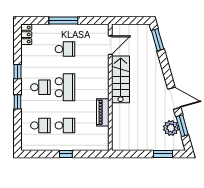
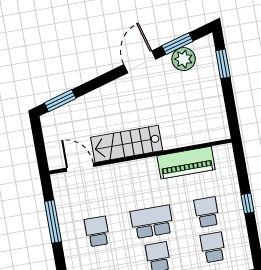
window: (63, 21) -> (53, 222), moved
piano: (103, 112) -> (186, 163), width x1.37, depth x1.33

